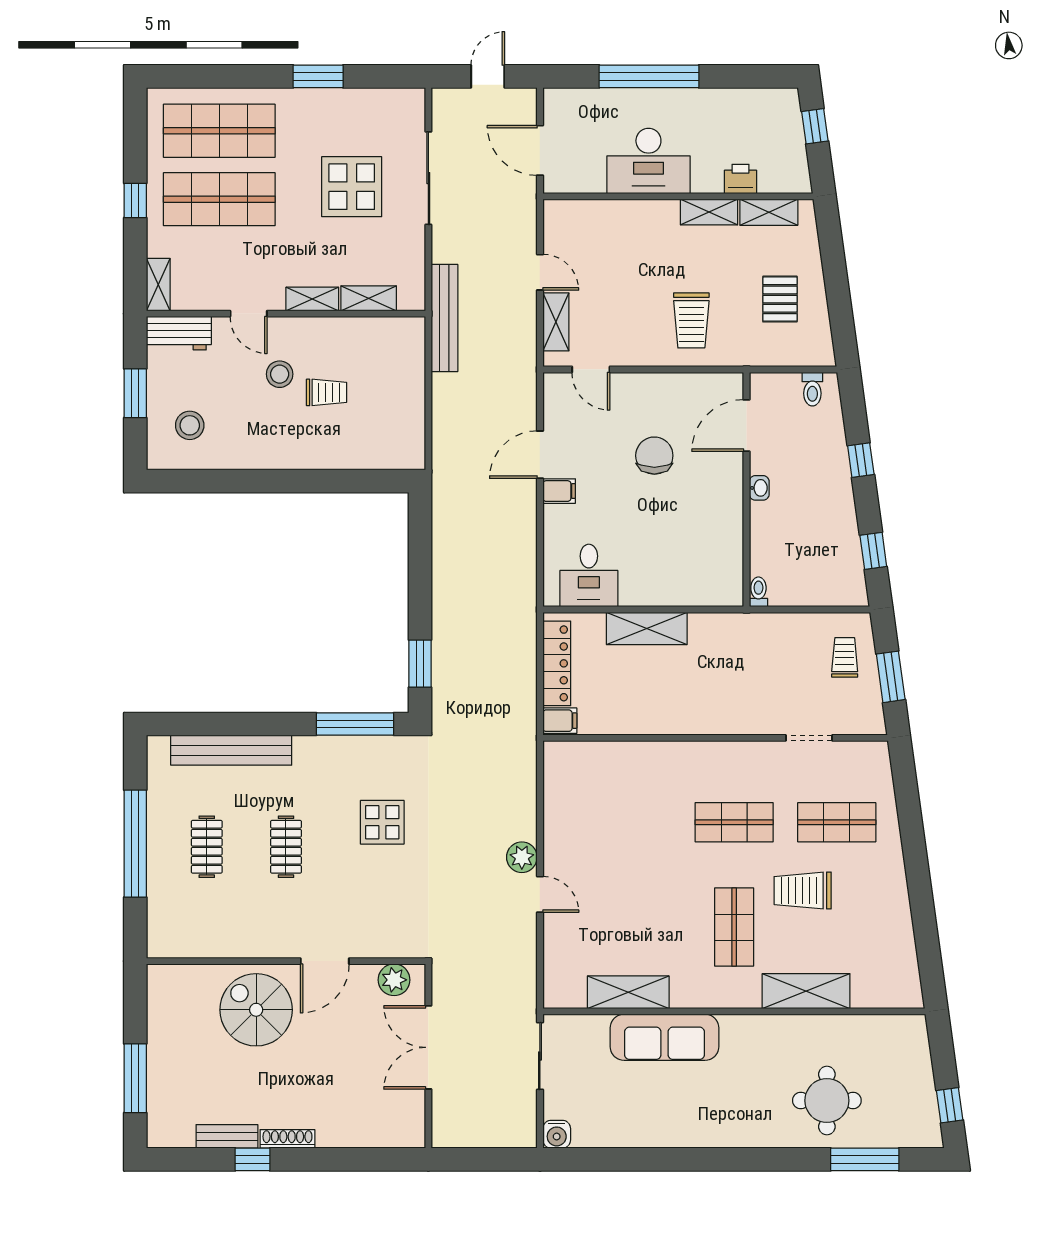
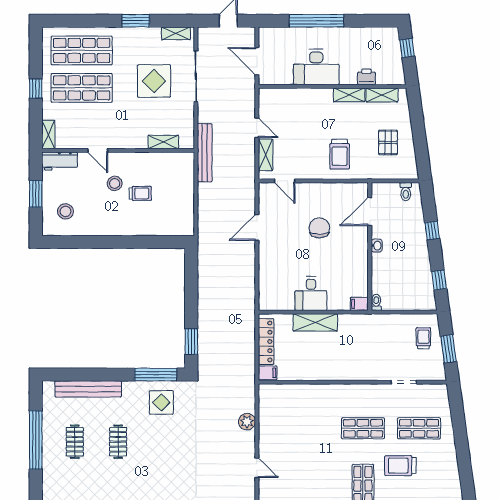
shelving: (312, 299) -> (176, 33), moved
filing cabinet: (559, 491) -> (359, 304), moved, turned 180
desk: (589, 575) -> (311, 293), moved
display table: (382, 822) -> (161, 402), moved
plant: (522, 857) -> (247, 422), moved

